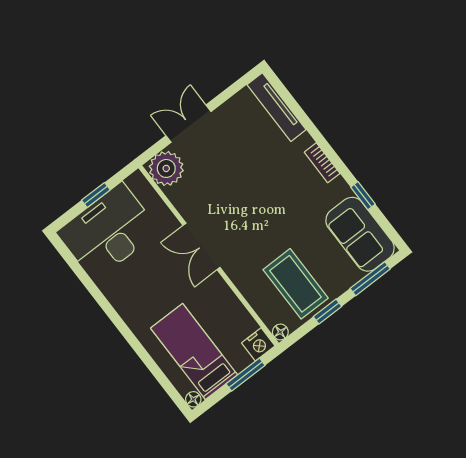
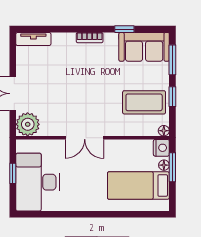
tv unit: (277, 107) -> (33, 39), width x0.71
floor lamp: (193, 399) -> (164, 165), moved

